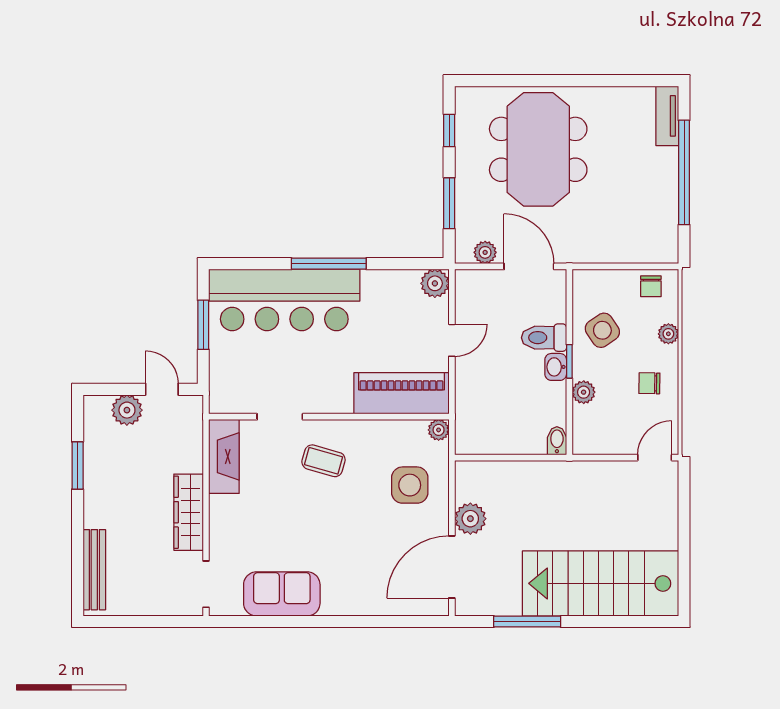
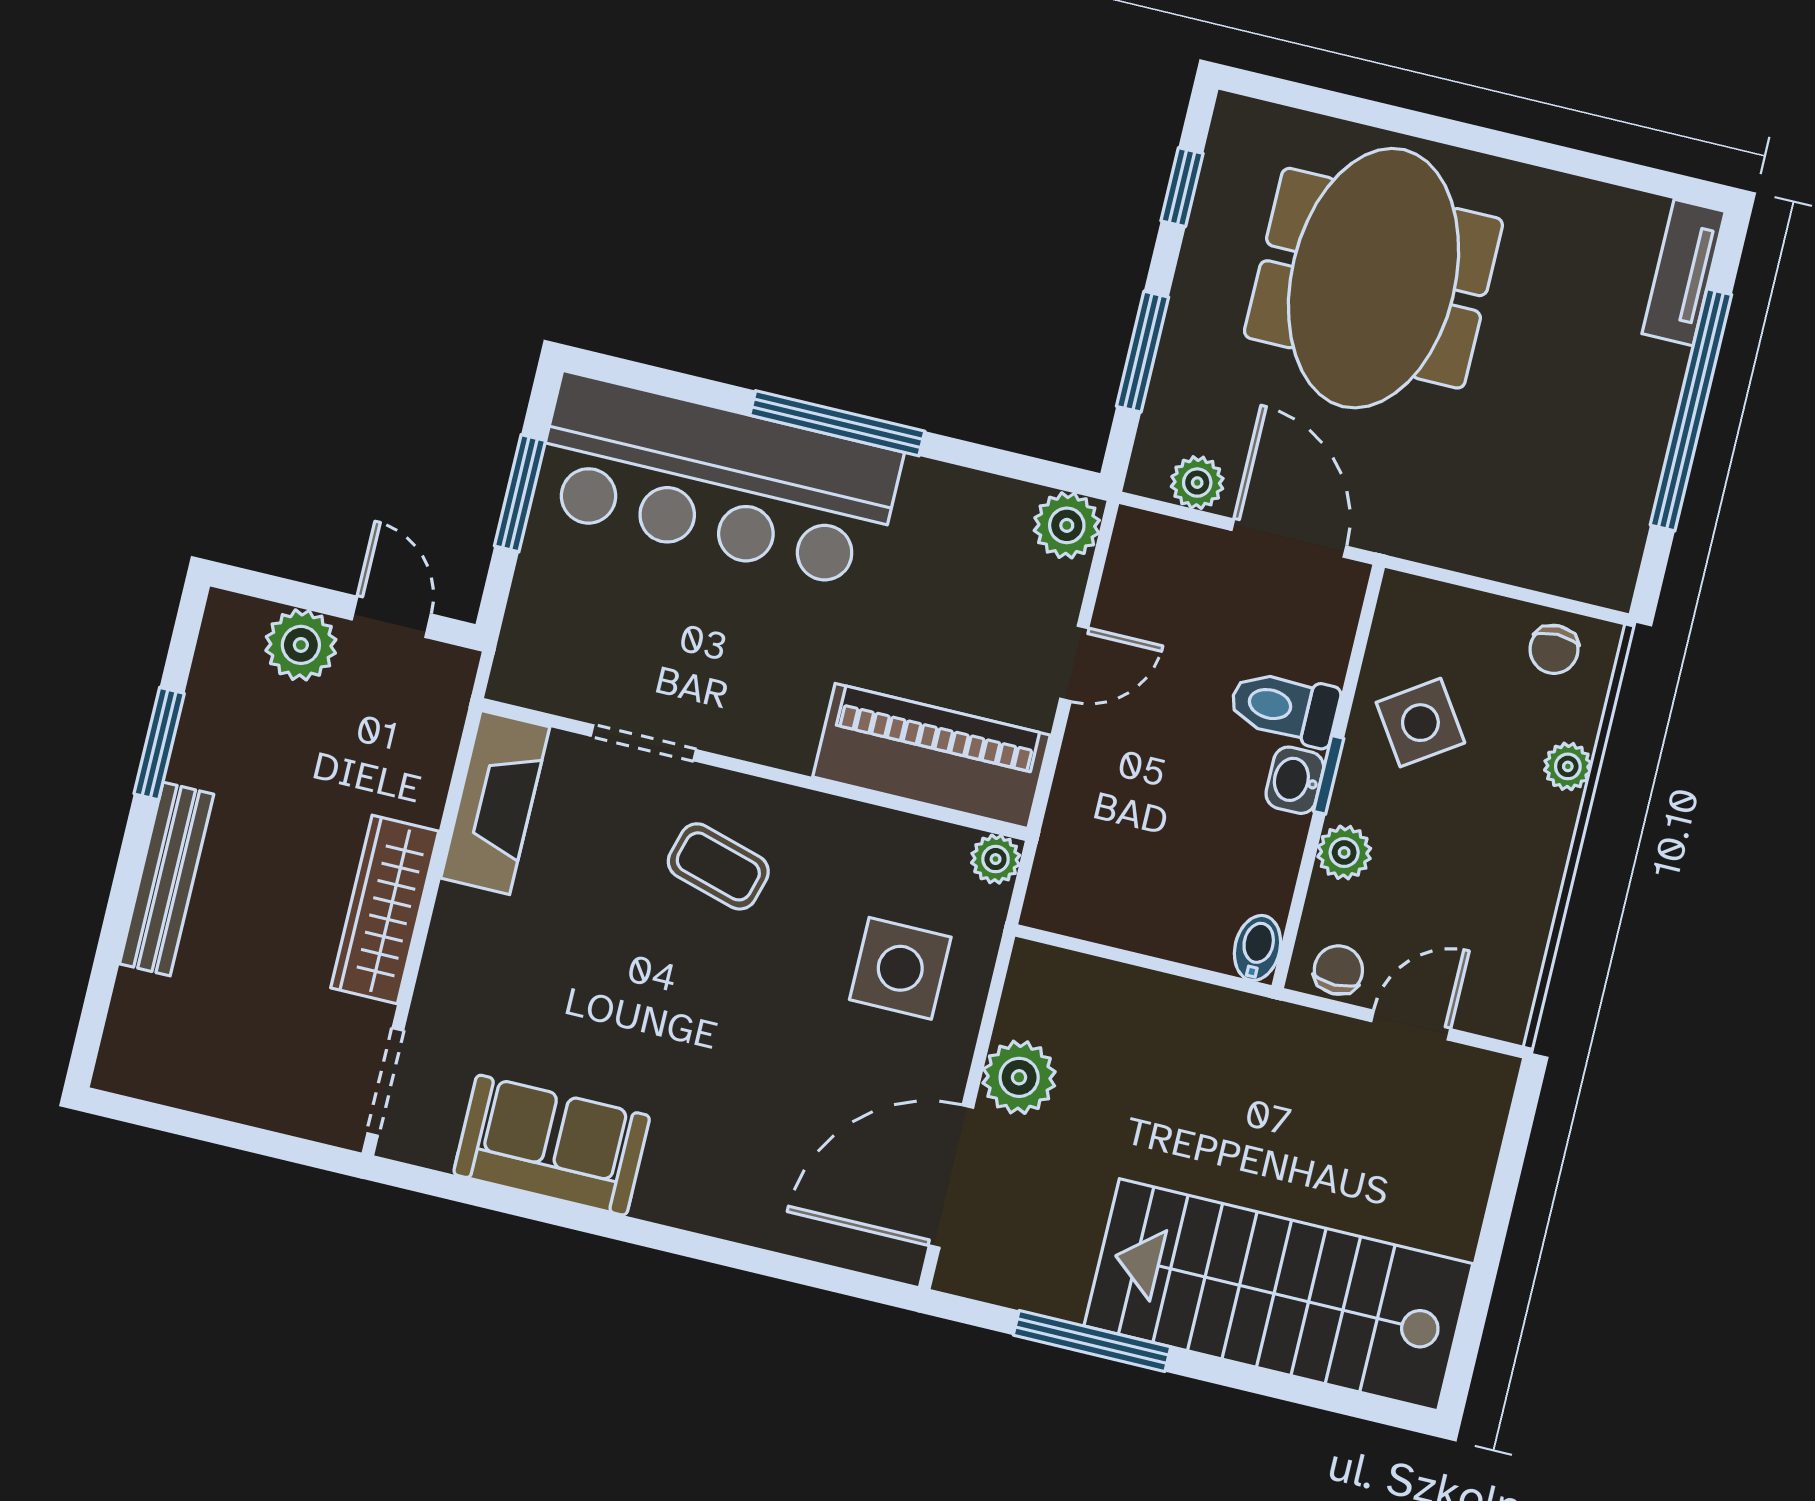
chair: (649, 383) -> (1338, 970), moved, turned 89
door: (655, 458) -> (1411, 1025), moved
bench: (94, 570) -> (167, 879), moved

